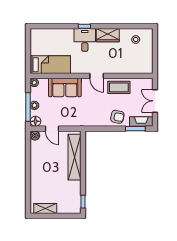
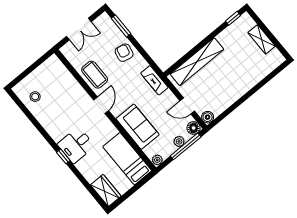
wardrobe: (108, 35) -> (106, 190), moved
fireplace: (141, 121) -> (154, 80), moved
door: (52, 129) -> (187, 106), swing flipped
shelving: (45, 209) -> (262, 39), moved

